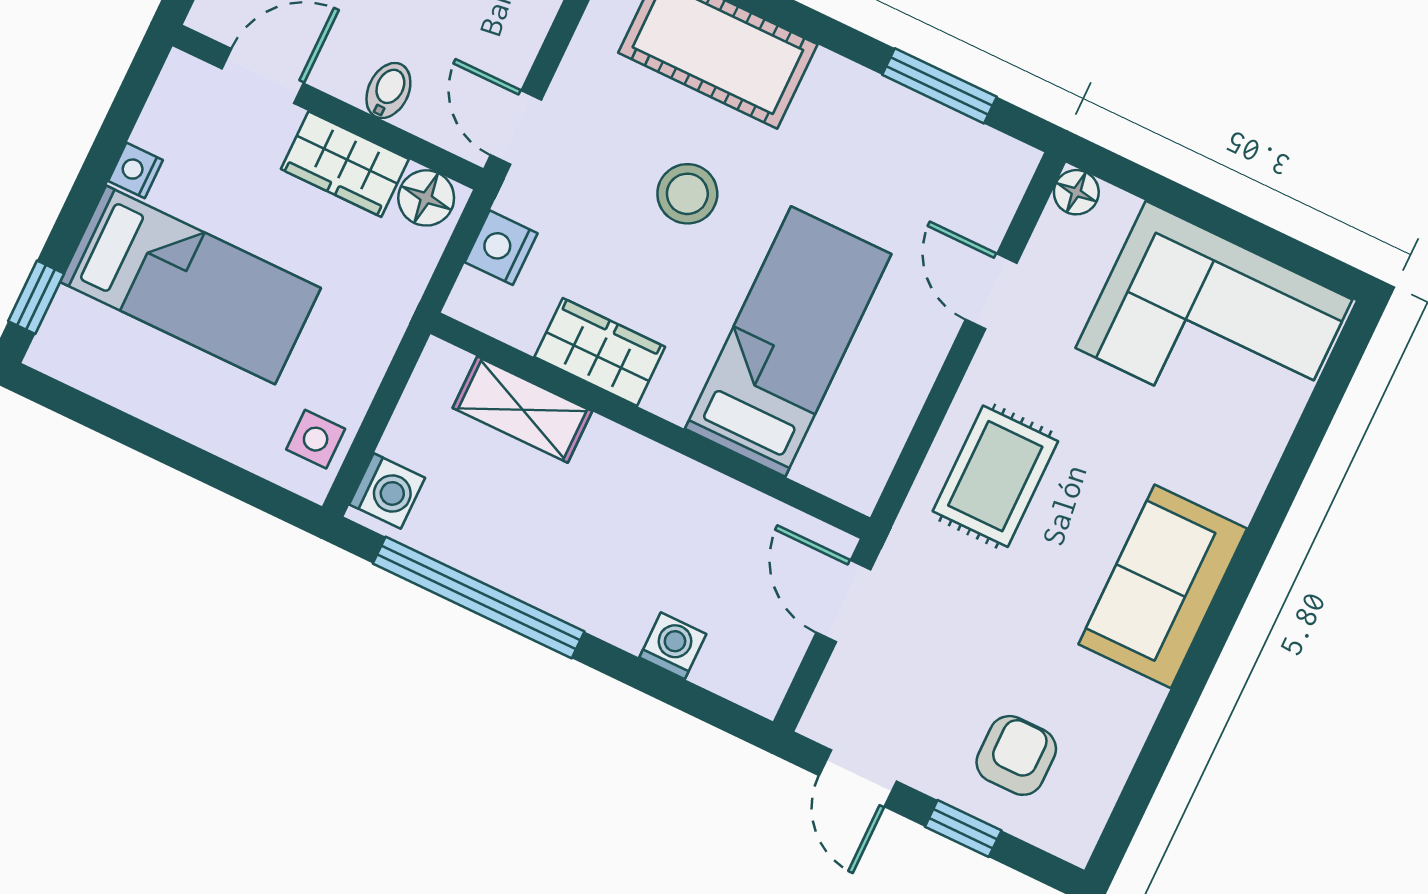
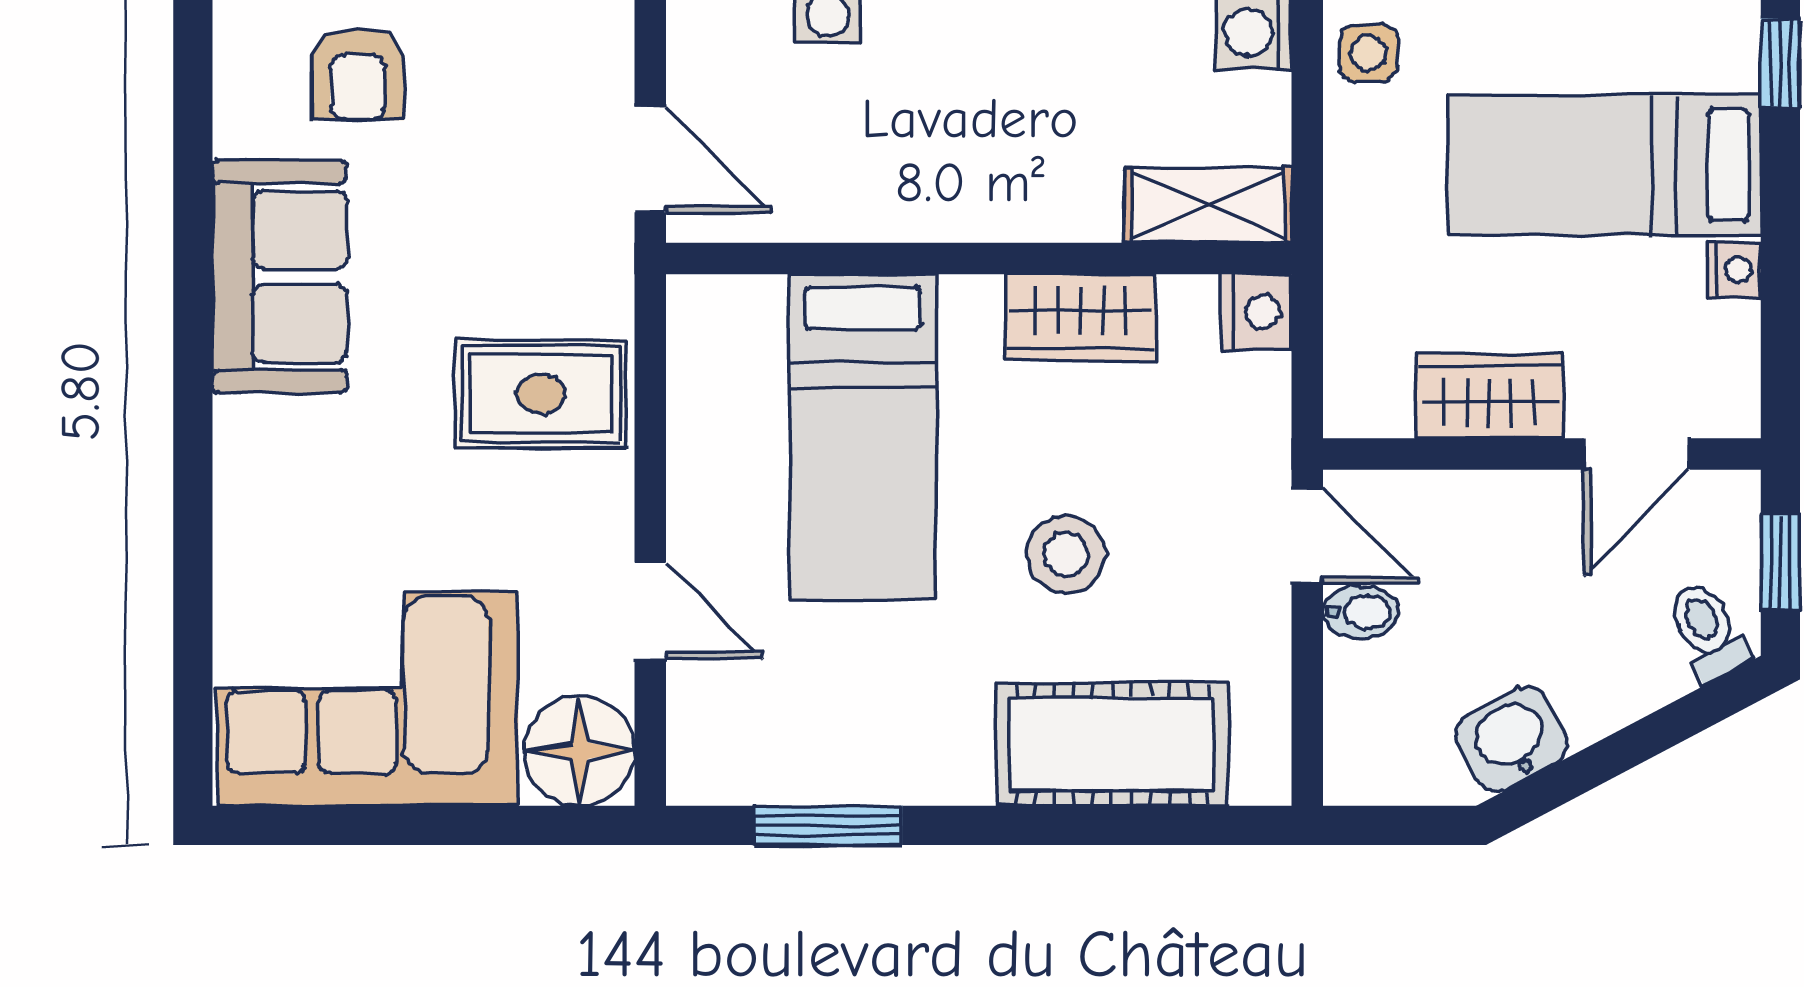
bidet: (388, 91) -> (1361, 612), moved, turned -90
floor lamp: (1076, 192) -> (580, 751), width x1.89, depth x1.89
floor lamp: (426, 198) -> (1374, 402), removed
nightstand: (501, 248) -> (1257, 312), moved
shelving: (522, 410) -> (1208, 205), moved
rug: (995, 476) -> (541, 394), turned 90
sofa: (1163, 586) -> (280, 276), moved

